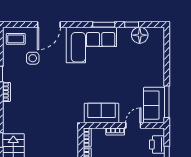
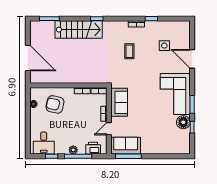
floor lamp: (140, 35) -> (183, 122), moved
coffee table: (16, 39) -> (129, 51), moved
door: (133, 125) -> (109, 129), swing flipped

